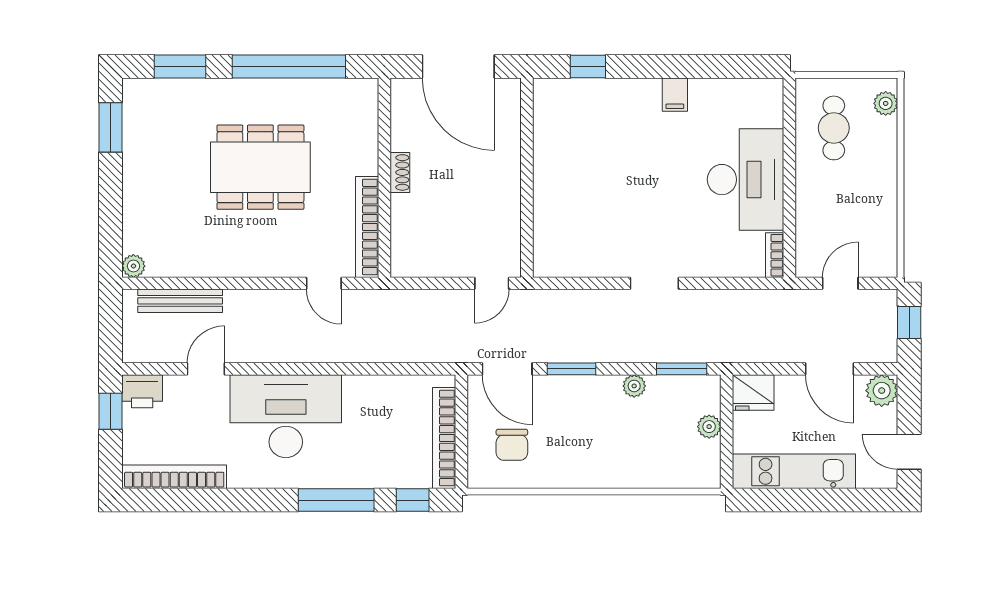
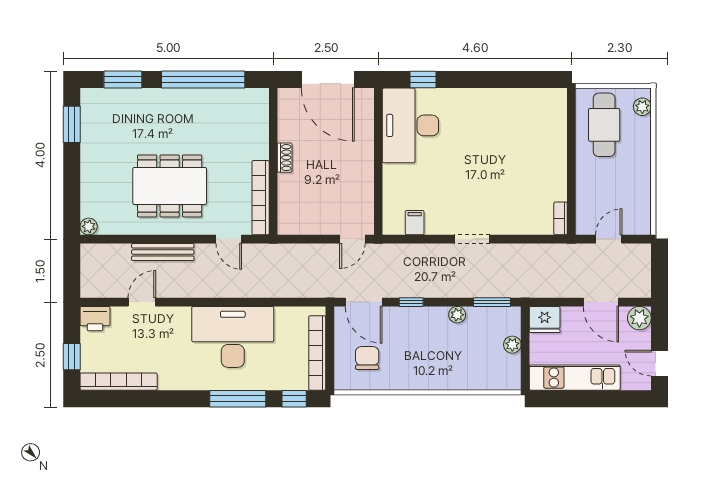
filing cabinet: (675, 95) -> (415, 223), moved, turned 180
cafe table: (834, 128) -> (604, 125), width x1.37, depth x1.35
dining table: (260, 167) -> (170, 186), moved
desk: (746, 180) -> (410, 125), moved, turned 180
bench: (180, 301) -> (163, 252), moved
window: (909, 322) -> (660, 268), removed
window: (572, 369) -> (411, 302), width x0.67
window: (111, 411) -> (72, 357), moved
desk: (286, 416) -> (233, 337), moved
chair: (512, 445) -> (367, 358), turned 180

